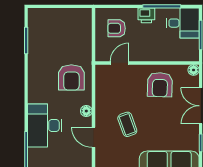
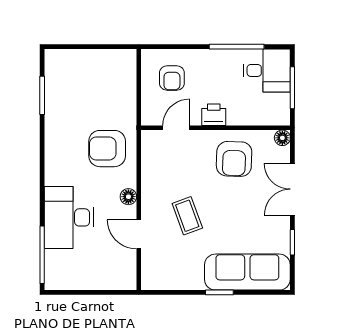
printer: (146, 15) -> (214, 115), moved, turned 180
armchair: (117, 28) -> (172, 78), turned -90
armchair: (71, 77) -> (107, 149), turned 90

